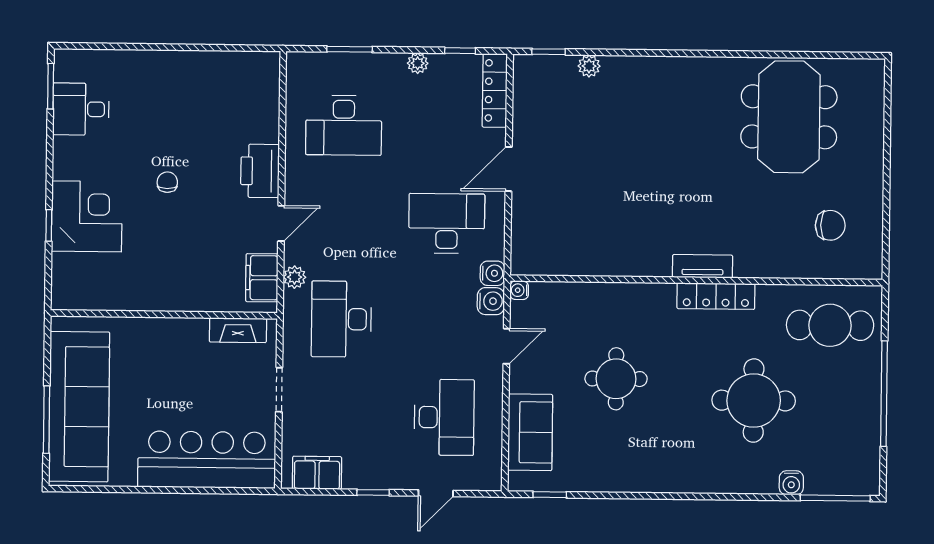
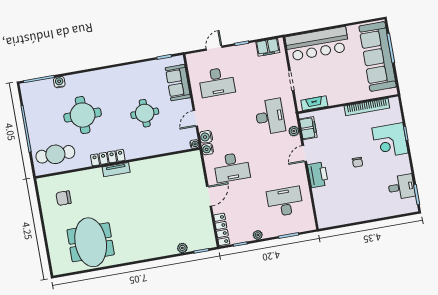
bookcase: (124, 300) -> (367, 107), added
desk: (444, 417) -> (217, 82), turned -90

